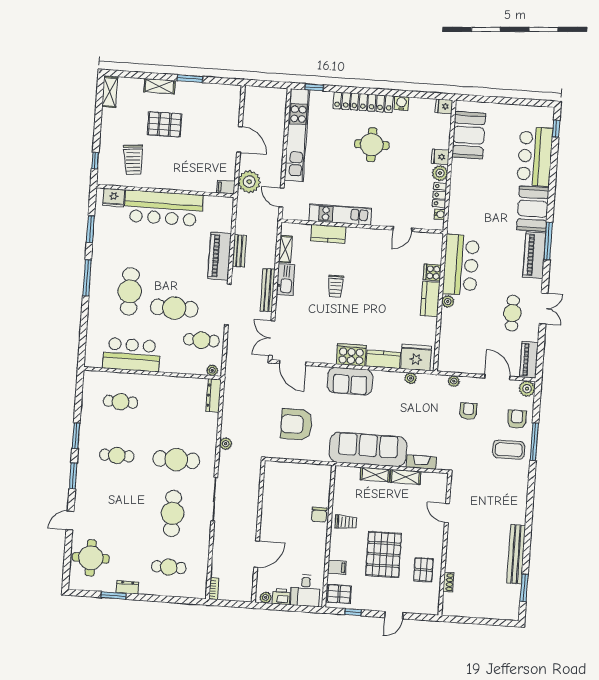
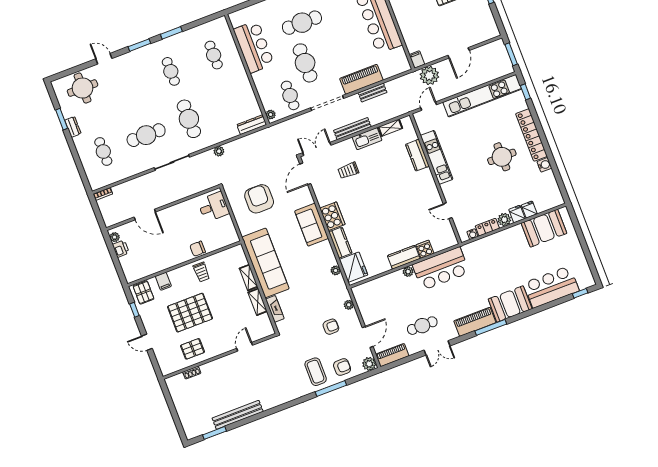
window: (267, 84) -> (511, 54), added
fridge: (444, 106) -> (529, 210), moved
trolley: (336, 286) -> (348, 170), moved
desk: (305, 591) -> (213, 207), moved, turned 180

